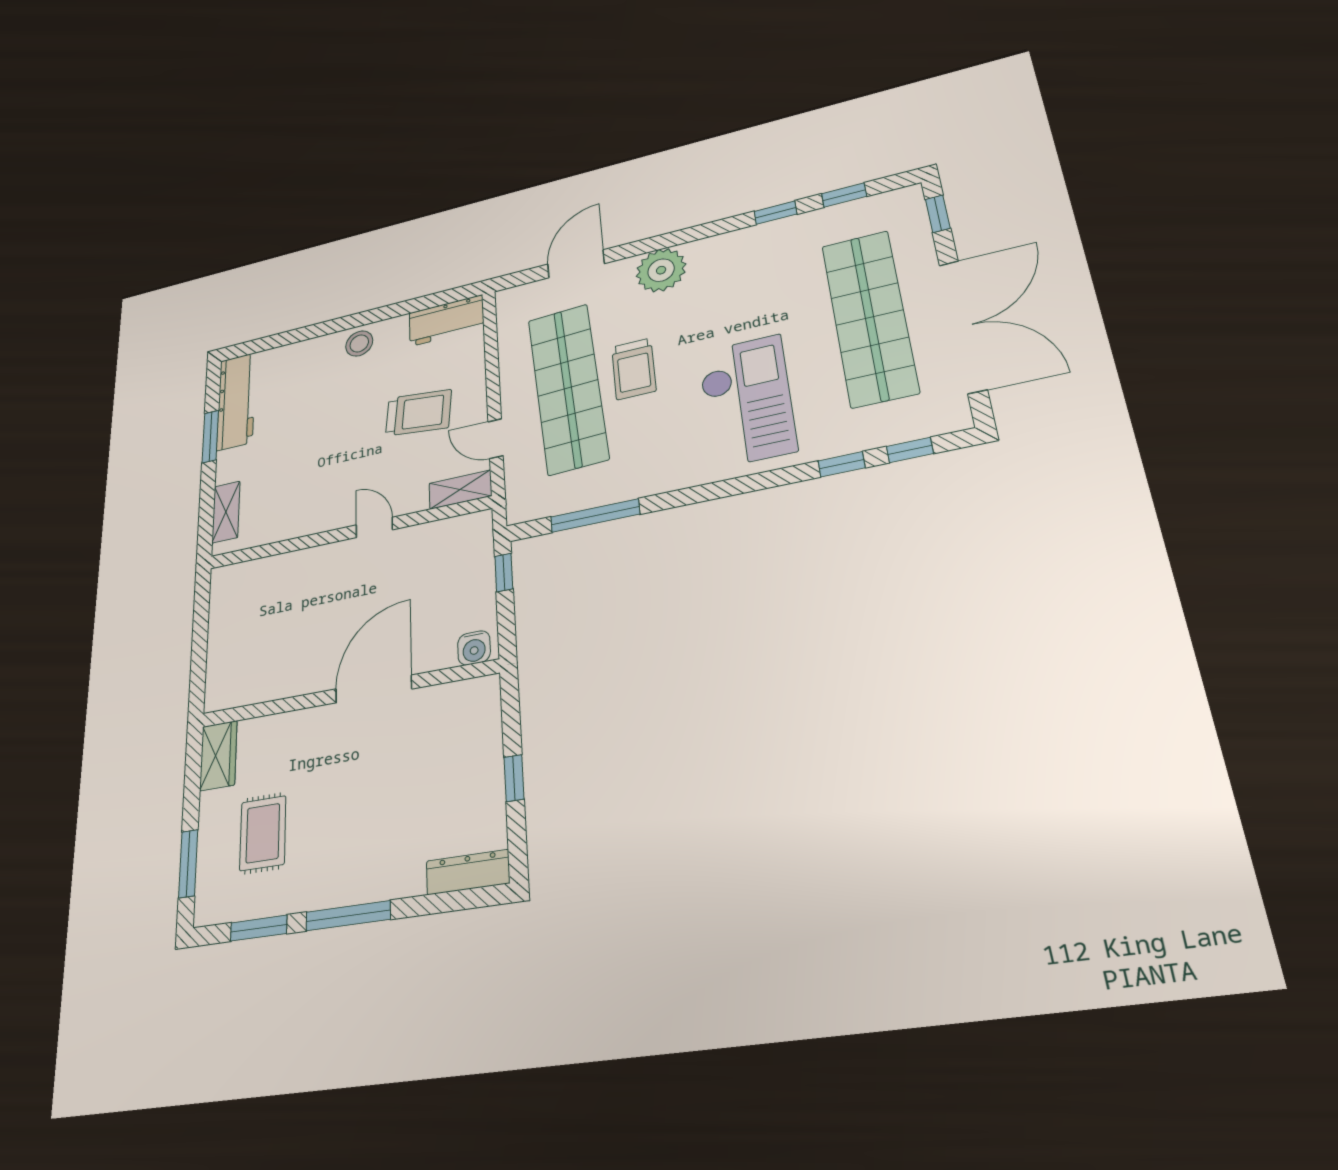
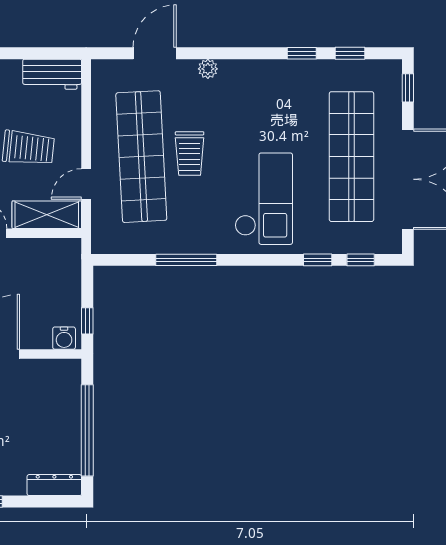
plant: (661, 270) -> (208, 69), width x0.53, depth x0.53
door: (496, 439) -> (86, 184), hinge flipped
shelving: (460, 490) -> (47, 215), width x1.50, depth x1.33
window: (595, 516) -> (186, 260), moved
window: (504, 572) -> (87, 321), moved
window: (514, 778) -> (87, 430), width x3.17

